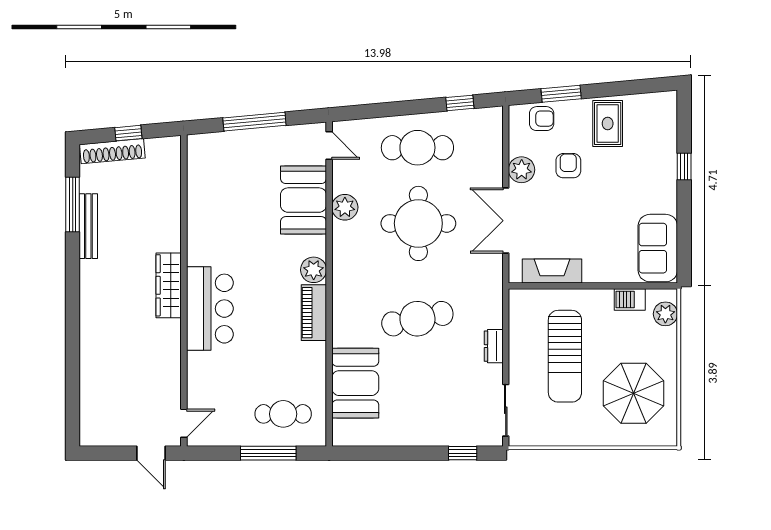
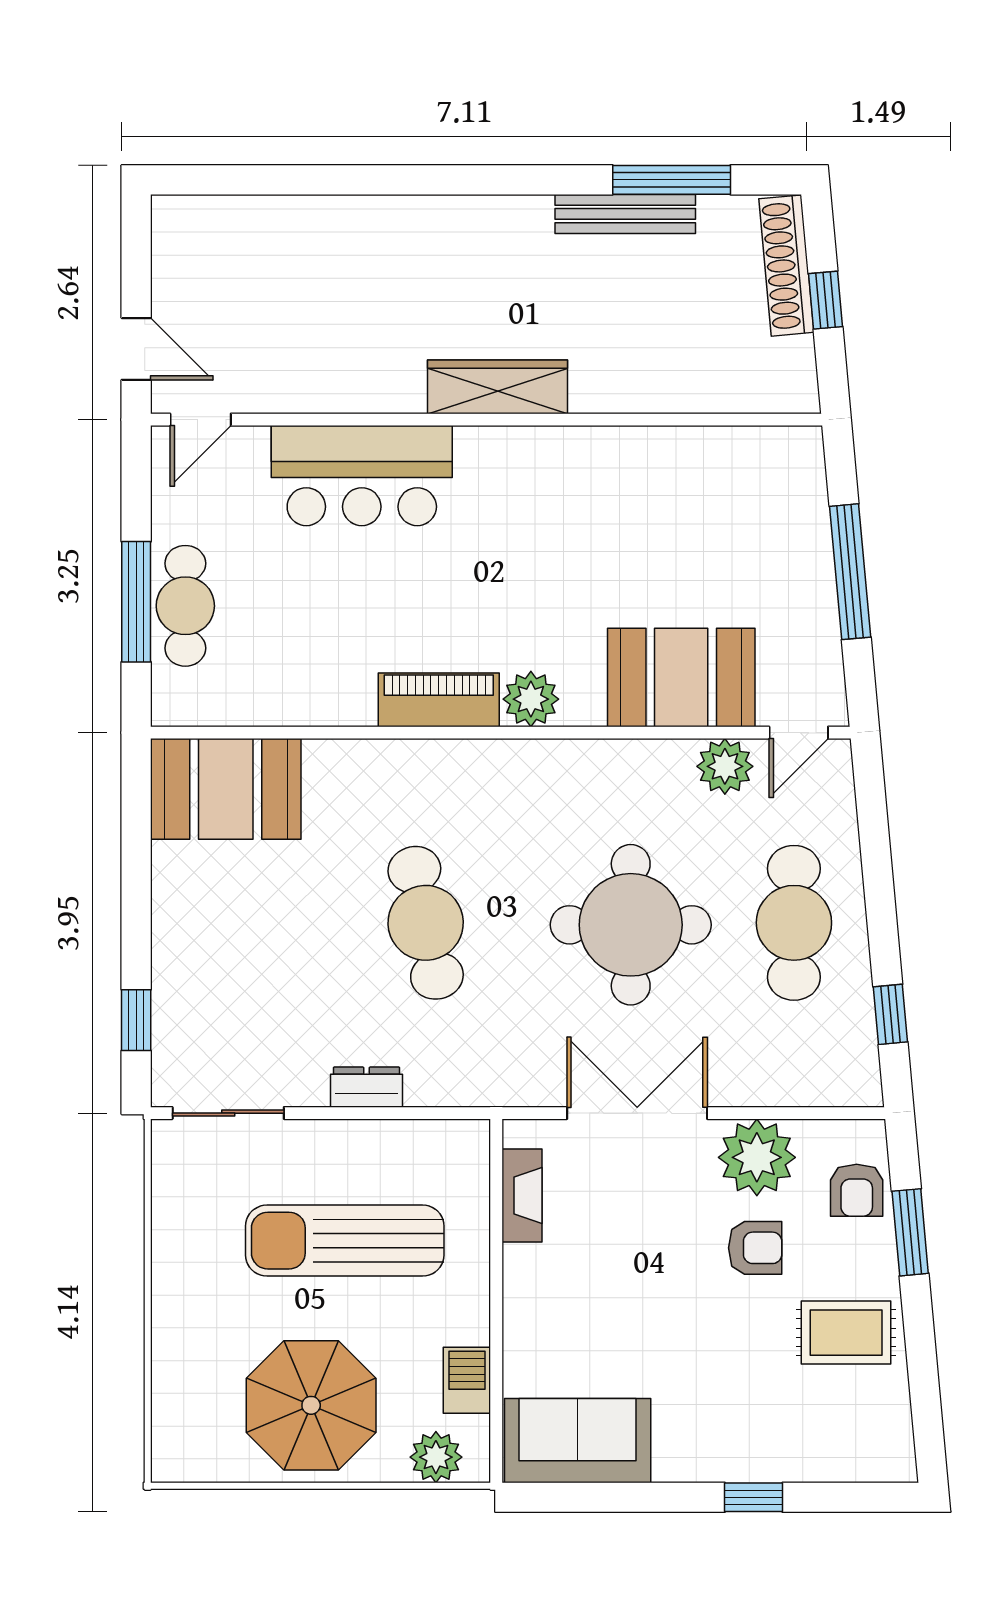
plant: (522, 170) -> (757, 1157), width x1.36, depth x1.36
plant: (345, 207) -> (725, 766), moved
fireplace: (552, 271) -> (522, 1196), width x0.73, depth x0.76
bar counter: (210, 309) -> (362, 476), moved
booth: (355, 383) -> (226, 789), moved
parasol: (633, 393) -> (311, 1405), moved
cafe table: (283, 414) -> (185, 606), moved
door: (184, 423) -> (201, 420), hinge flipped
door: (151, 453) -> (136, 349), swing flipped

